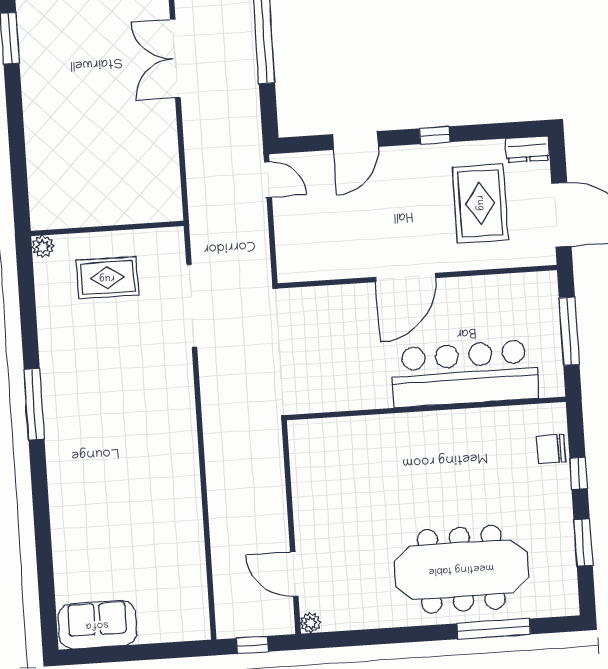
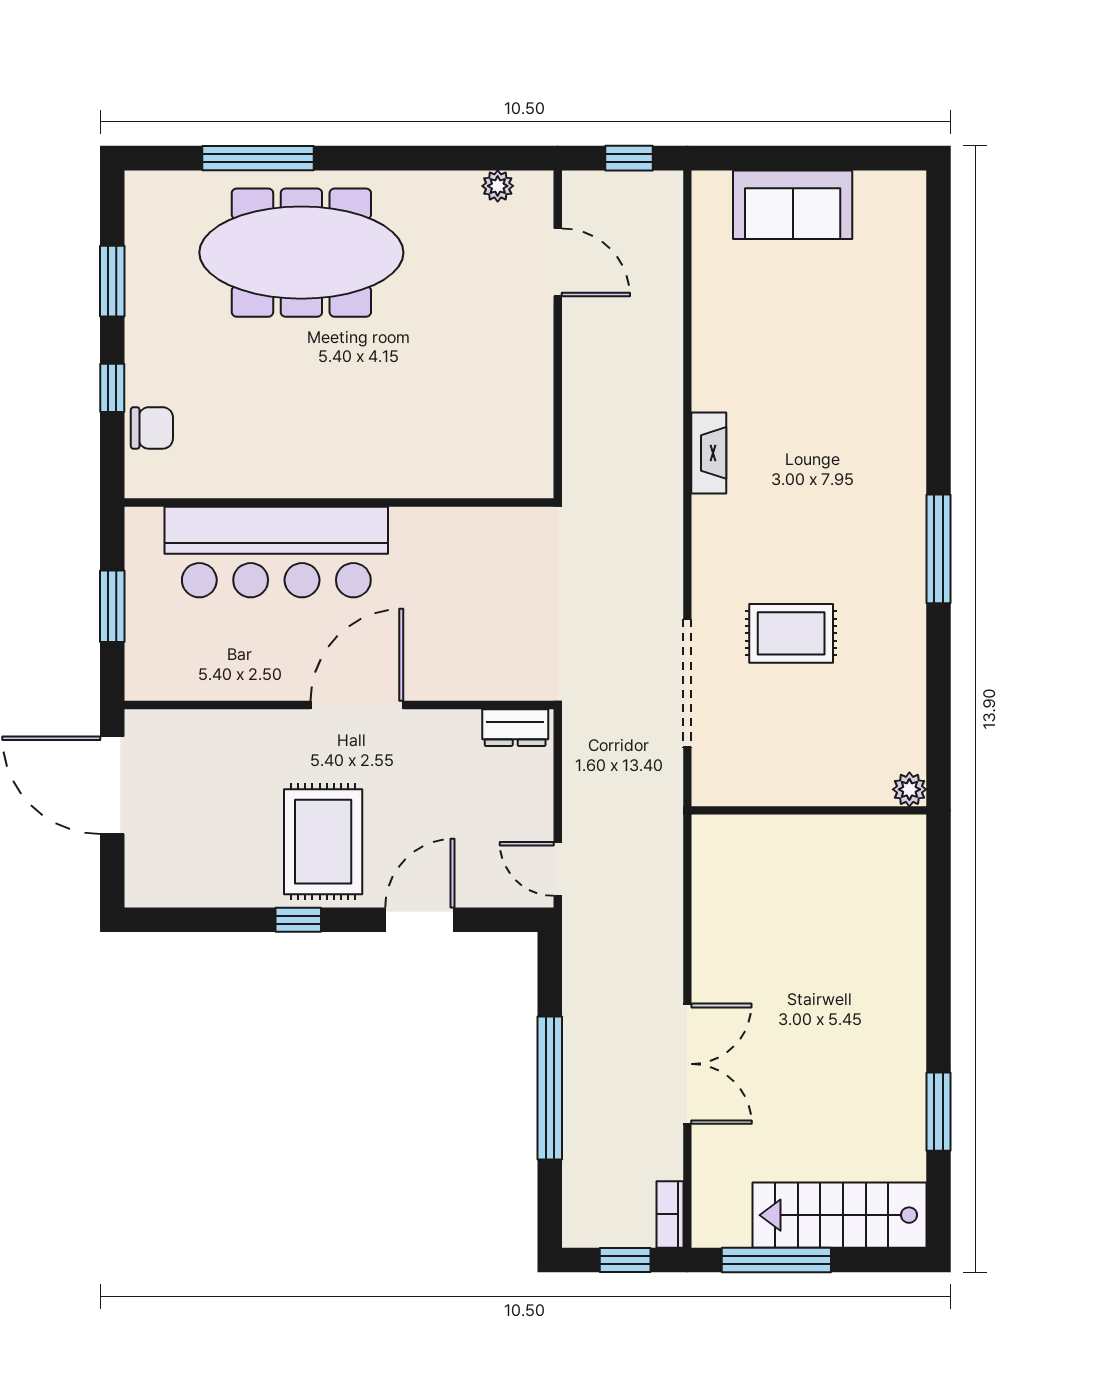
dresser: (528, 149) -> (515, 728), moved, turned 180
rug: (480, 203) -> (323, 842), moved
rug: (107, 278) -> (791, 633), moved
window: (569, 331) -> (112, 606), width x0.69
fireplace: (188, 457) -> (709, 453), added
plant: (310, 623) -> (498, 186), moved
sofa: (97, 625) -> (793, 205), moved

